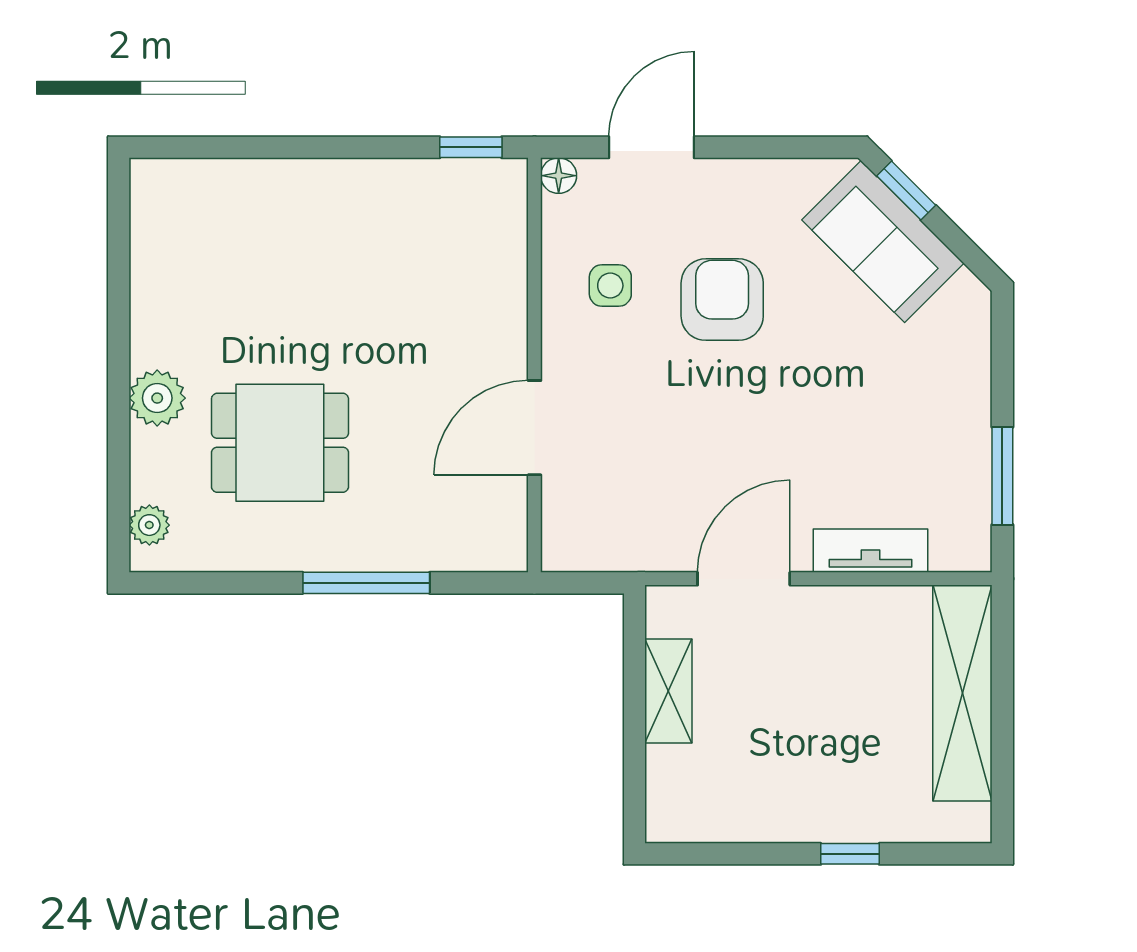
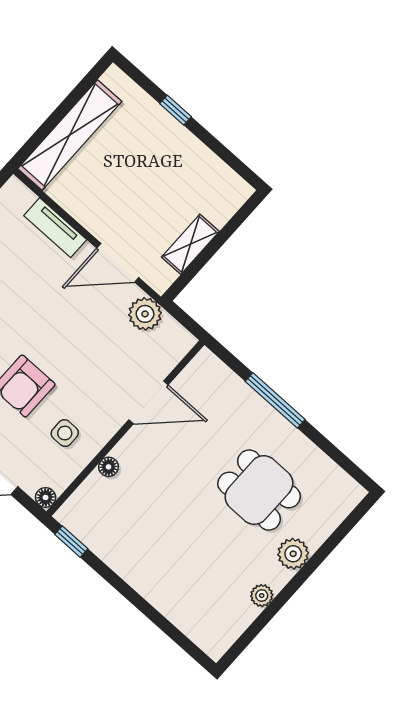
floor lamp: (511, 293) -> (109, 467), added
plant: (149, 525) -> (262, 596), moved
plant: (646, 543) -> (145, 314), added

